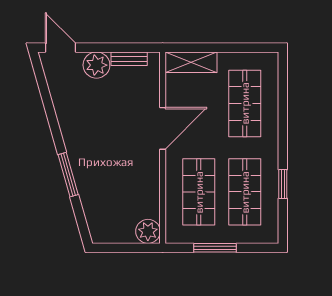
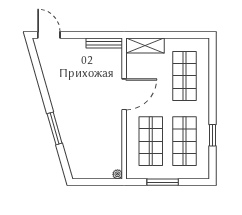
bench: (129, 59) -> (104, 43), width x1.36
plant: (96, 65) -> (75, 48), removed
plant: (148, 231) -> (118, 174), width x0.53, depth x0.53

